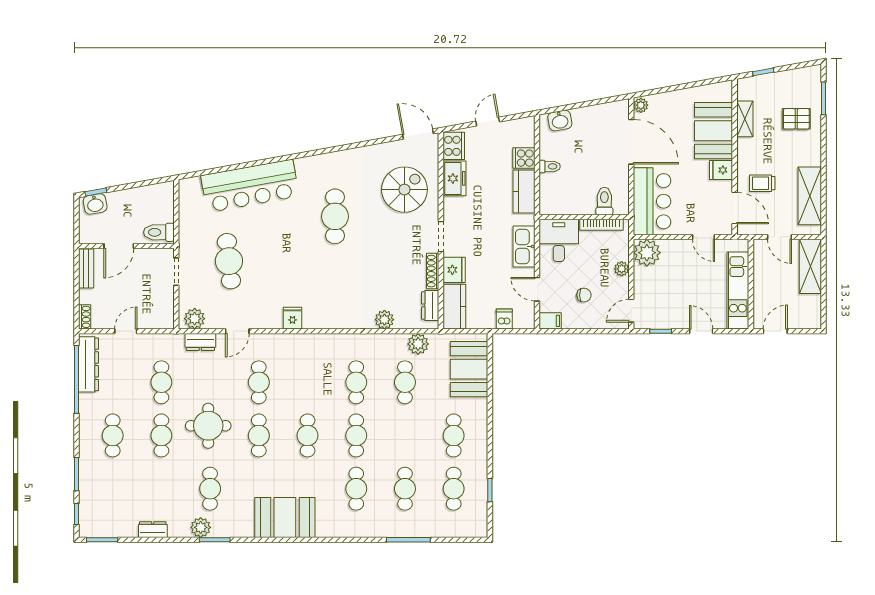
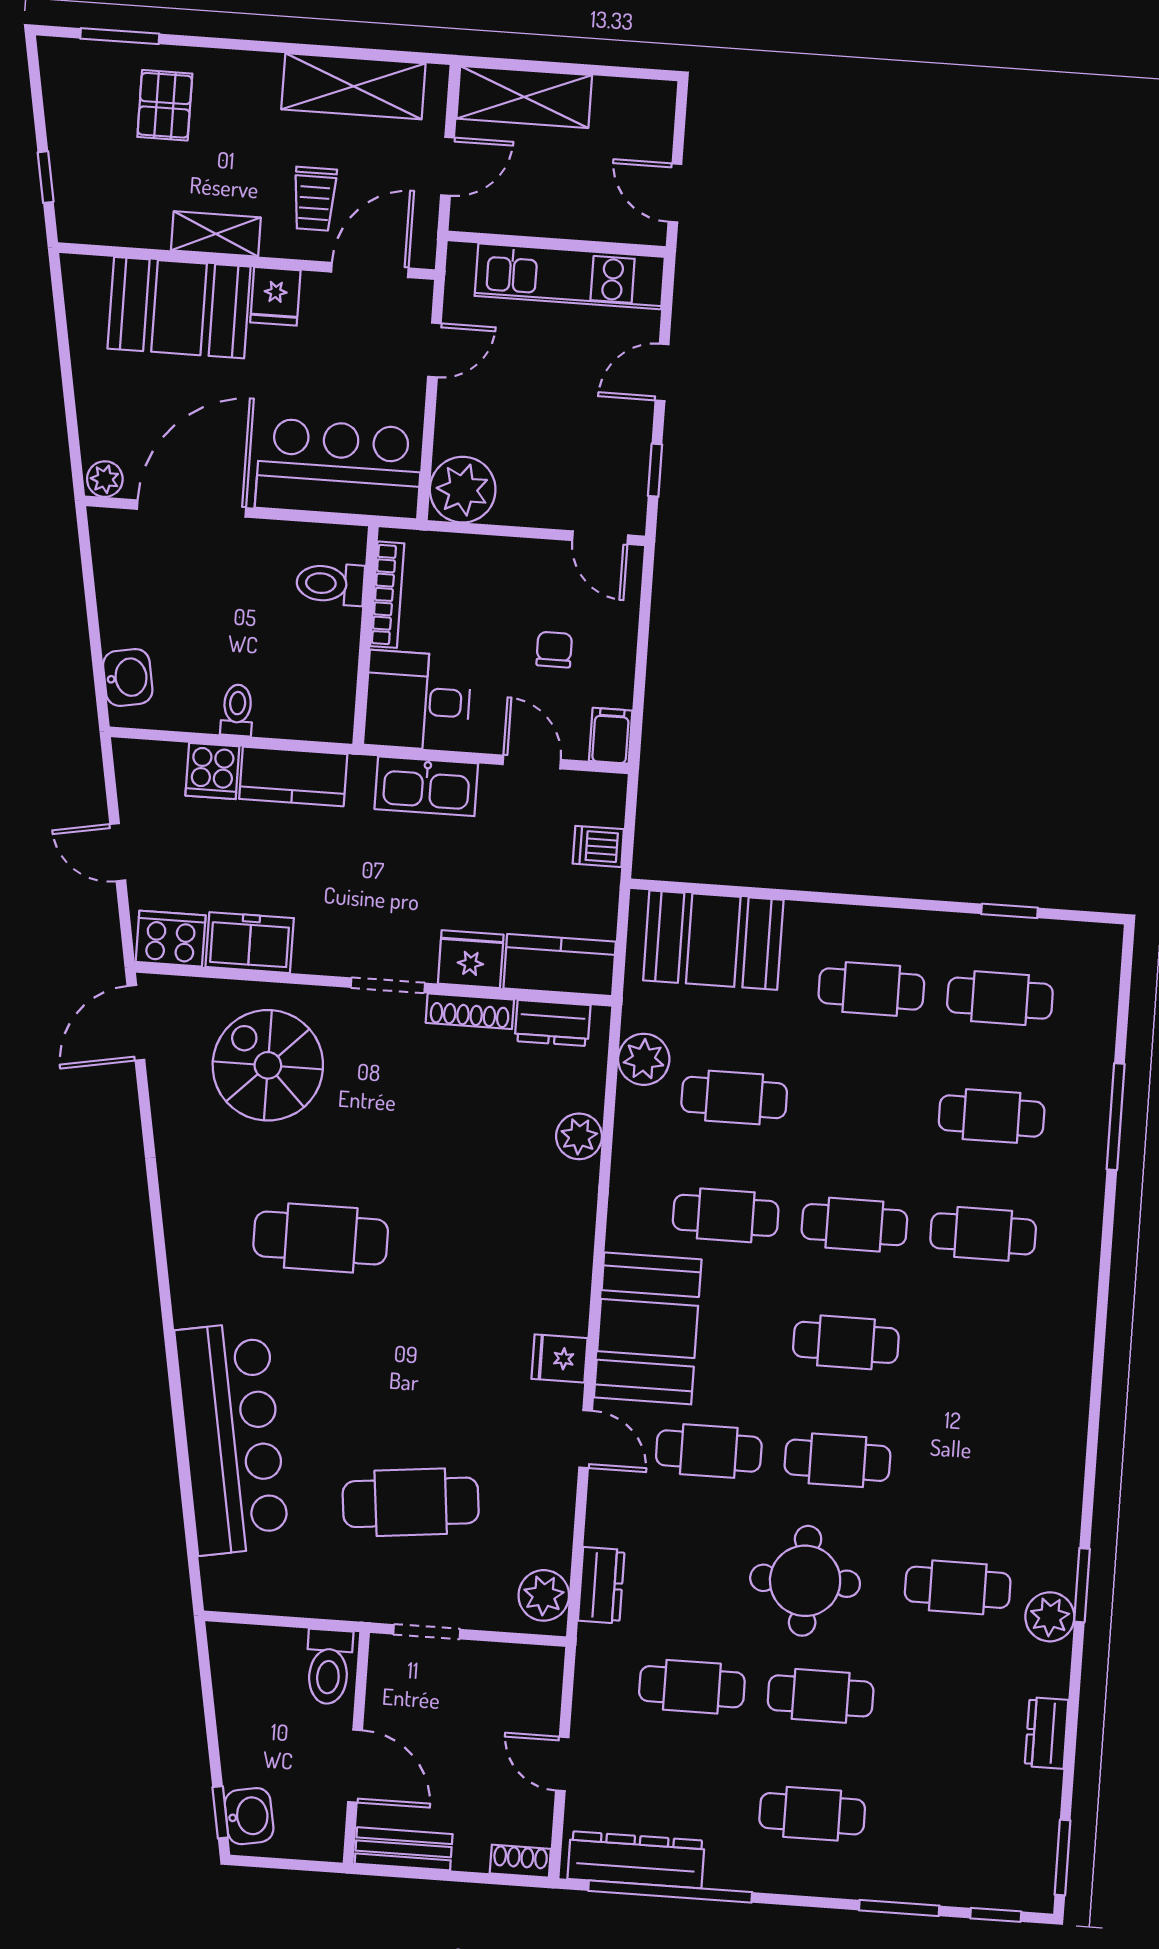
shelving: (745, 119) -> (216, 234), moved
plant: (622, 269) -> (497, 554), removed
door: (537, 289) -> (532, 762), swing flipped
door: (237, 331) -> (586, 1439), moved
booth: (285, 517) -> (648, 1328), moved

